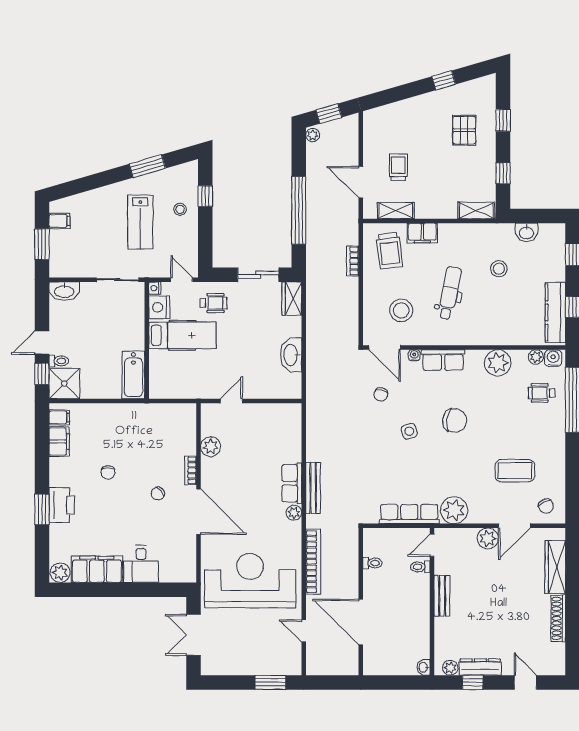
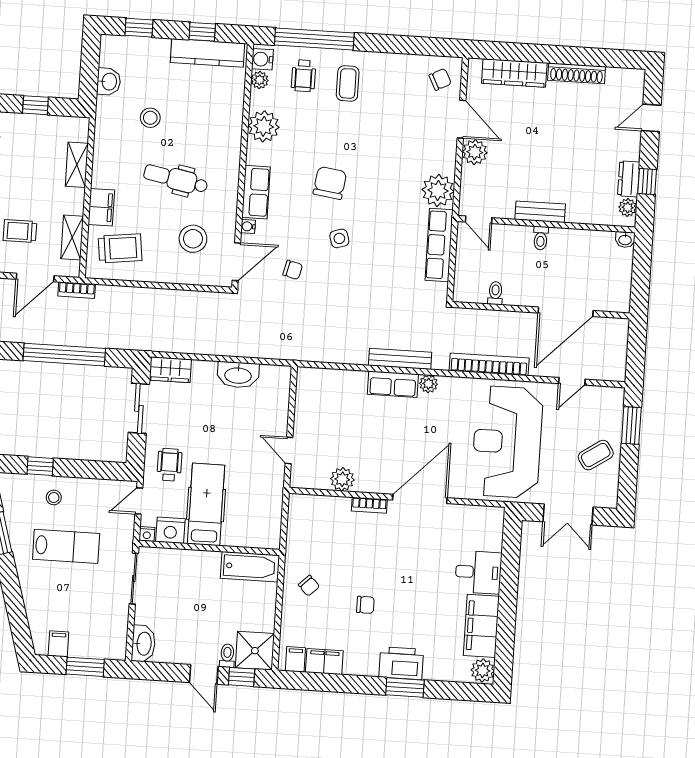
shelving: (476, 210) -> (77, 165), moved
bookcase: (353, 261) -> (77, 290), moved
coffee table: (515, 471) -> (348, 83), moved, width x0.73, depth x0.77
chair: (158, 494) -> (309, 586), moved
toilet: (420, 567) -> (541, 238), moved
coffee table: (244, 655) -> (596, 455), added
dresser: (480, 667) -> (629, 179), width x0.70

